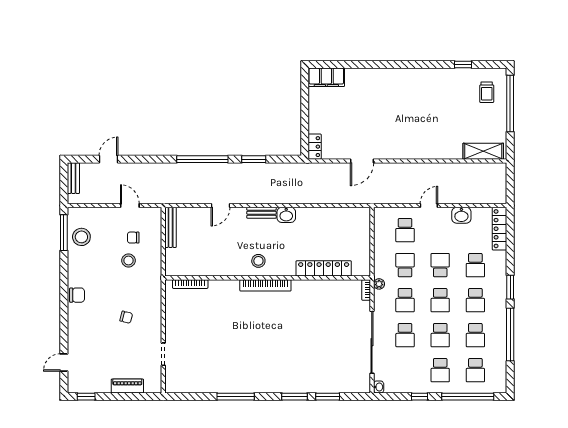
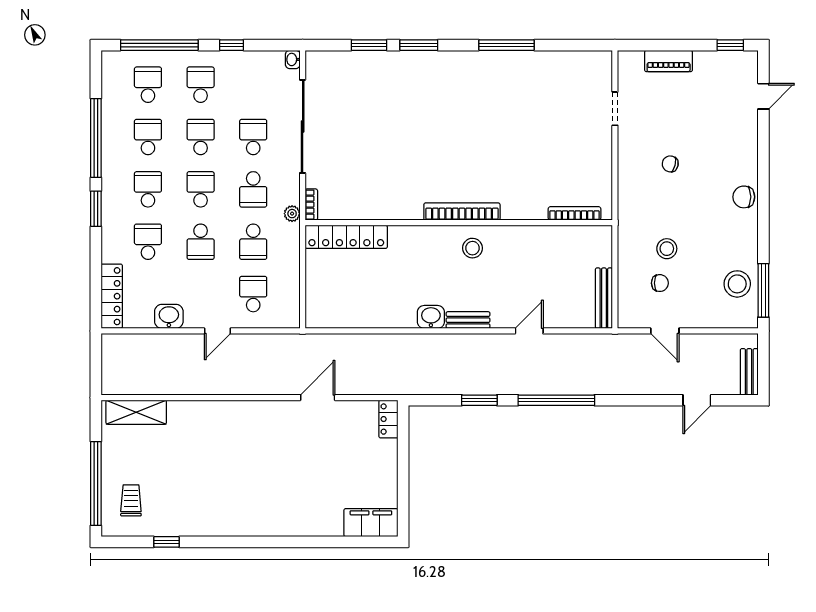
locker: (324, 268) -> (346, 237), moved
school desk: (405, 300) -> (253, 189), turned 180

